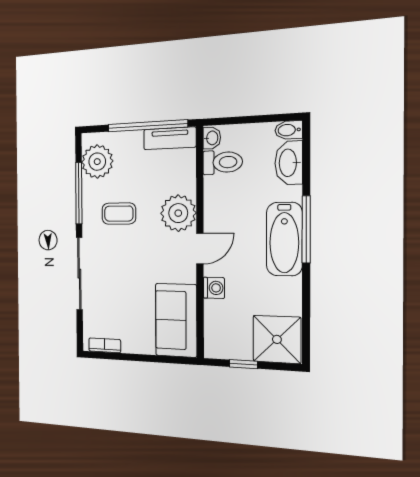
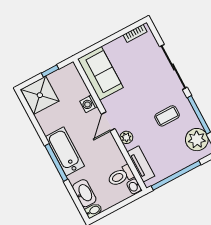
tv unit: (170, 138) -> (141, 164), moved, turned 90
plant: (178, 213) -> (126, 137), width x0.53, depth x0.53

